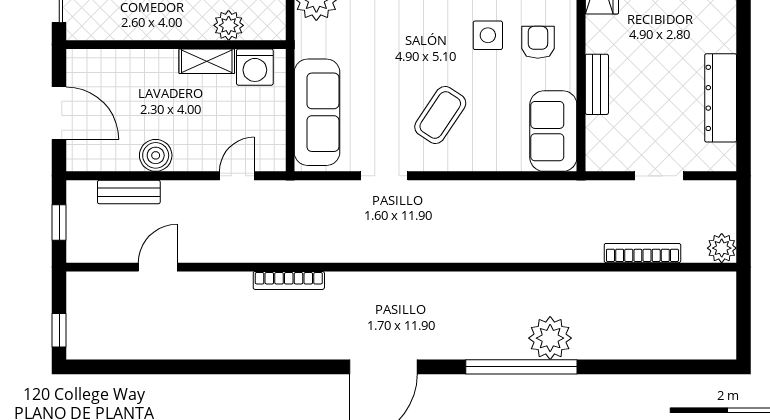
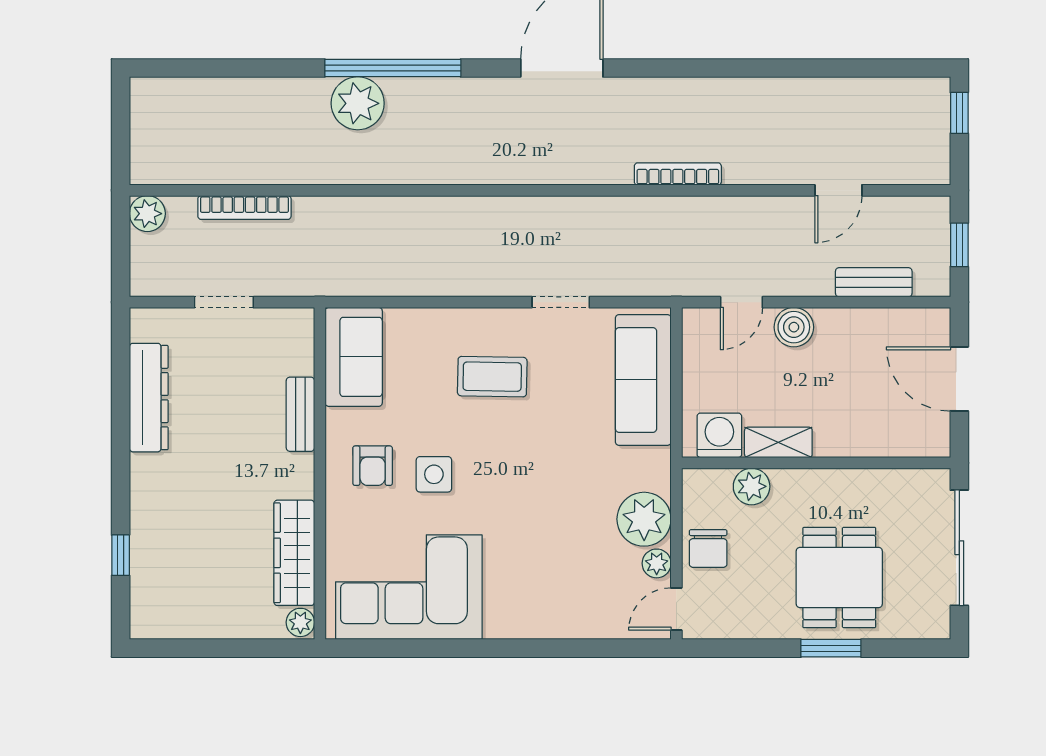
coffee table: (440, 115) -> (492, 377), turned 57
boiler: (156, 155) -> (794, 327), moved

